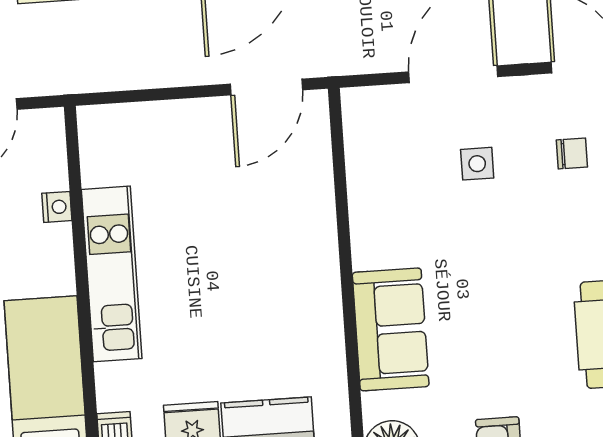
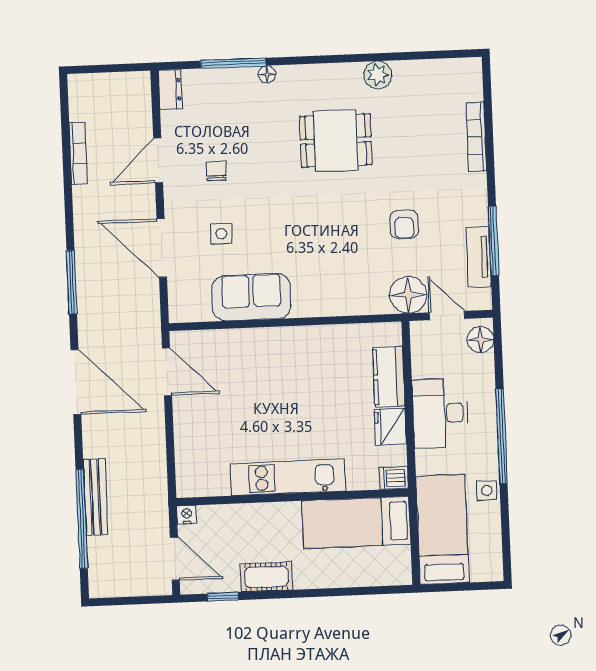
nightstand: (57, 207) -> (187, 515), moved
sofa: (391, 329) -> (251, 297), moved

